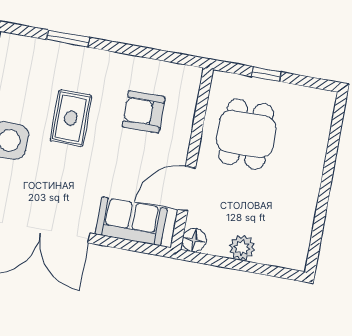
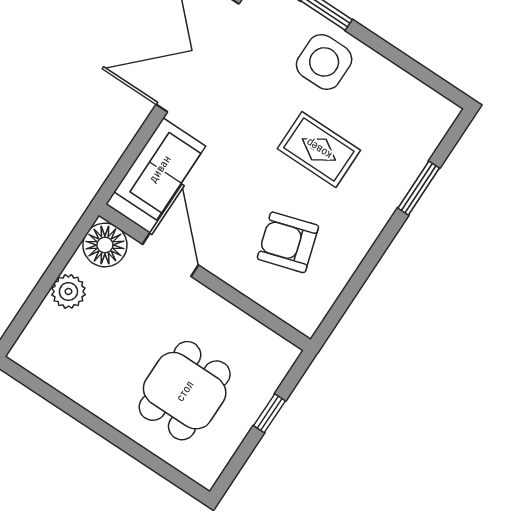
armchair: (144, 112) -> (288, 242), turned -107
dining table: (246, 134) -> (185, 391), moved, turned 90
floor lamp: (194, 240) -> (105, 245), width x1.38, depth x1.38

